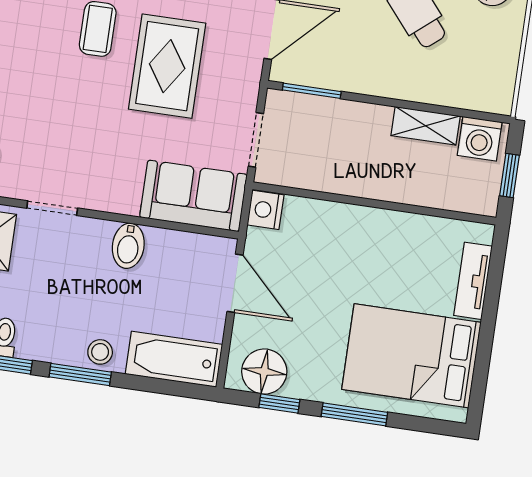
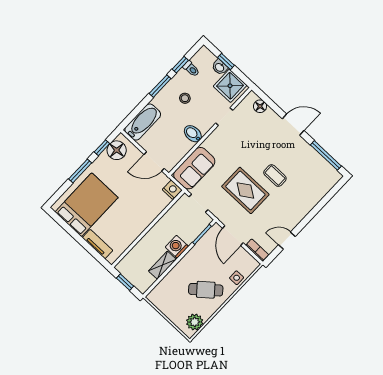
washing machine: (480, 139) -> (177, 247), moved
stool: (100, 352) -> (185, 98), moved

